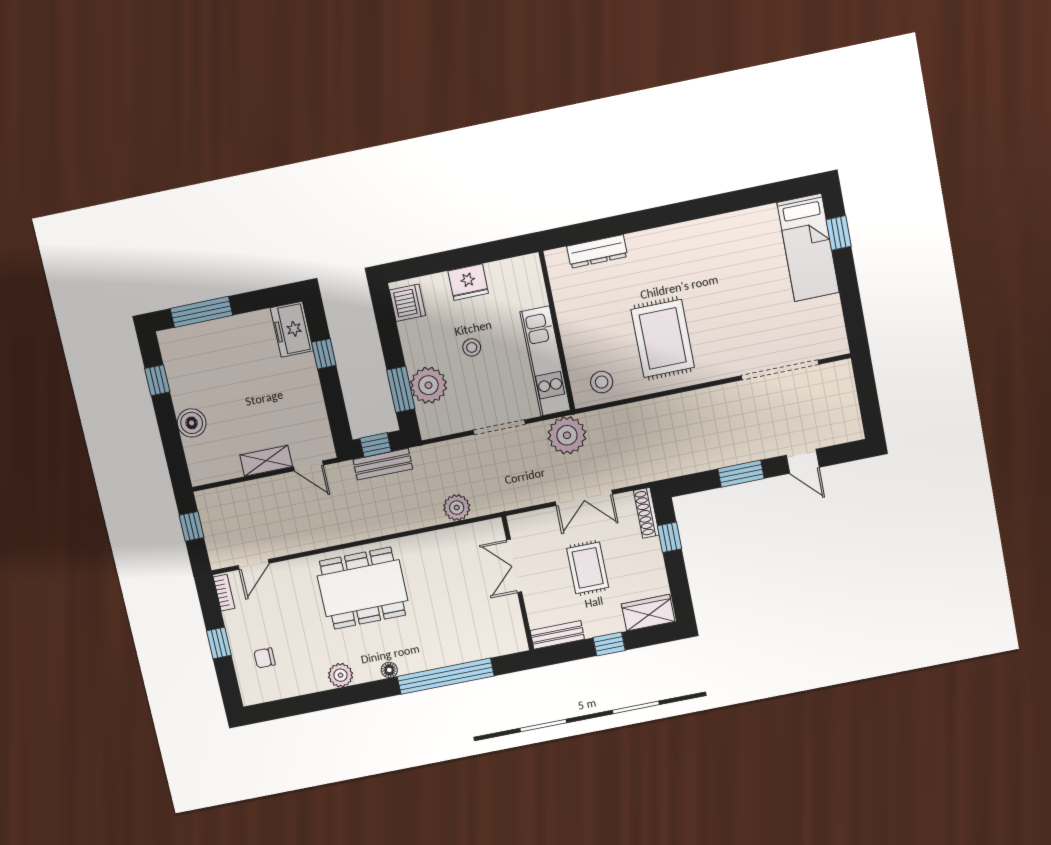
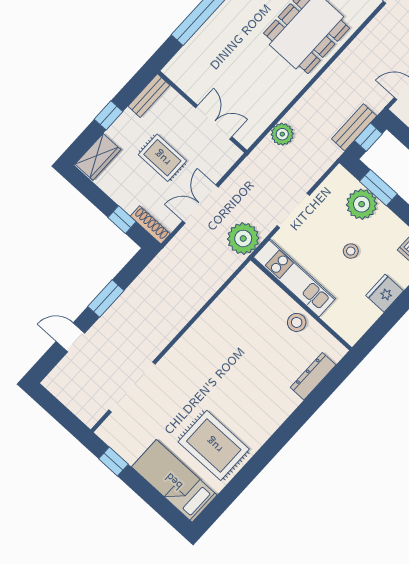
window: (839, 233) -> (113, 461), moved
rug: (663, 338) -> (214, 445), moved
stool: (602, 382) -> (297, 322), moved

